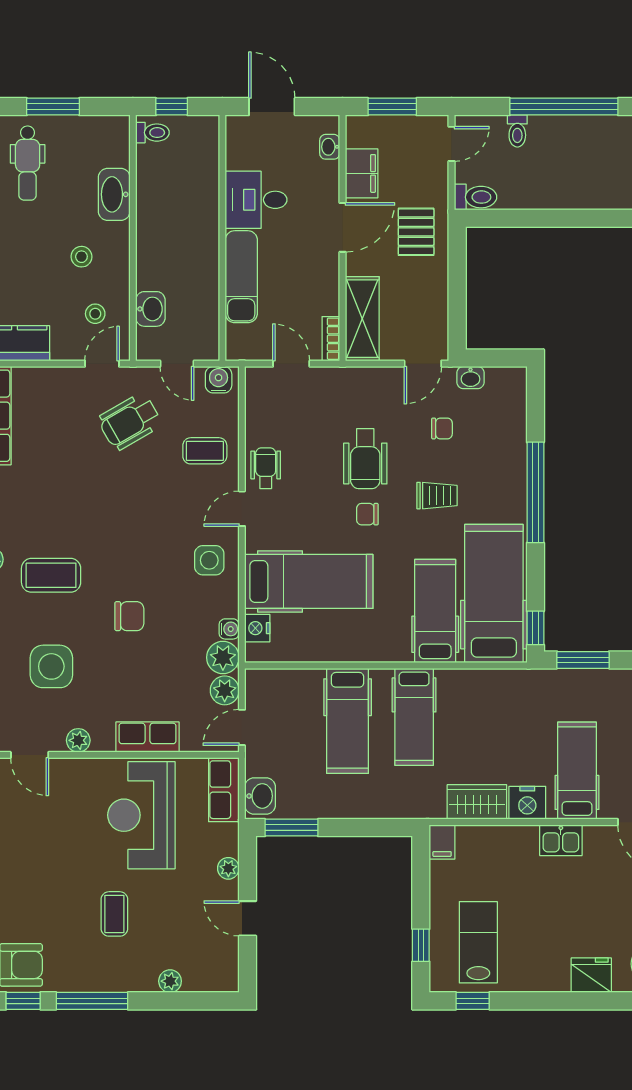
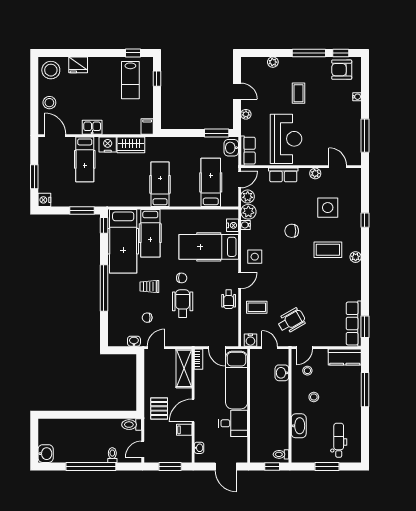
filing cabinet: (362, 173) -> (184, 430), width x0.50
exam couch: (241, 277) -> (237, 380), width x1.36, depth x1.45
hospital bed: (348, 721) -> (211, 182), moved

